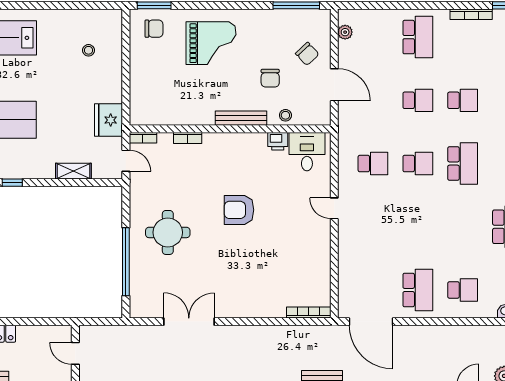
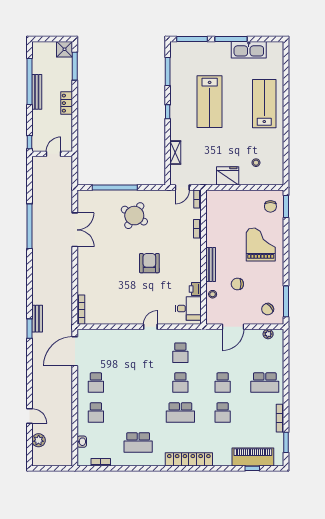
grand piano: (211, 43) -> (261, 244), turned 180
chair: (307, 54) -> (268, 309), moved
fridge: (108, 120) -> (228, 176), moved
round table: (168, 232) -> (134, 216), turned 32
school desk: (418, 290) -> (96, 383), width x0.54

